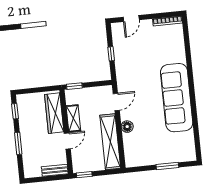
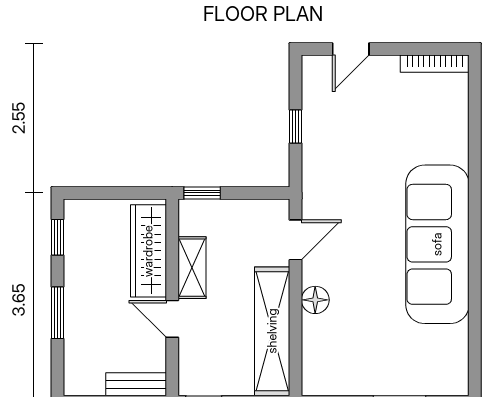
door: (67, 141) -> (172, 319), swing flipped

